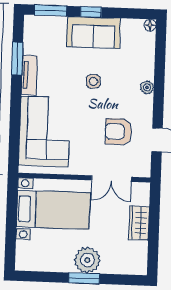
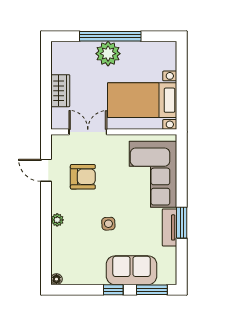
sofa: (93, 32) -> (132, 270), moved
window: (17, 59) -> (182, 223), moved
window: (84, 278) -> (110, 36), width x2.11

